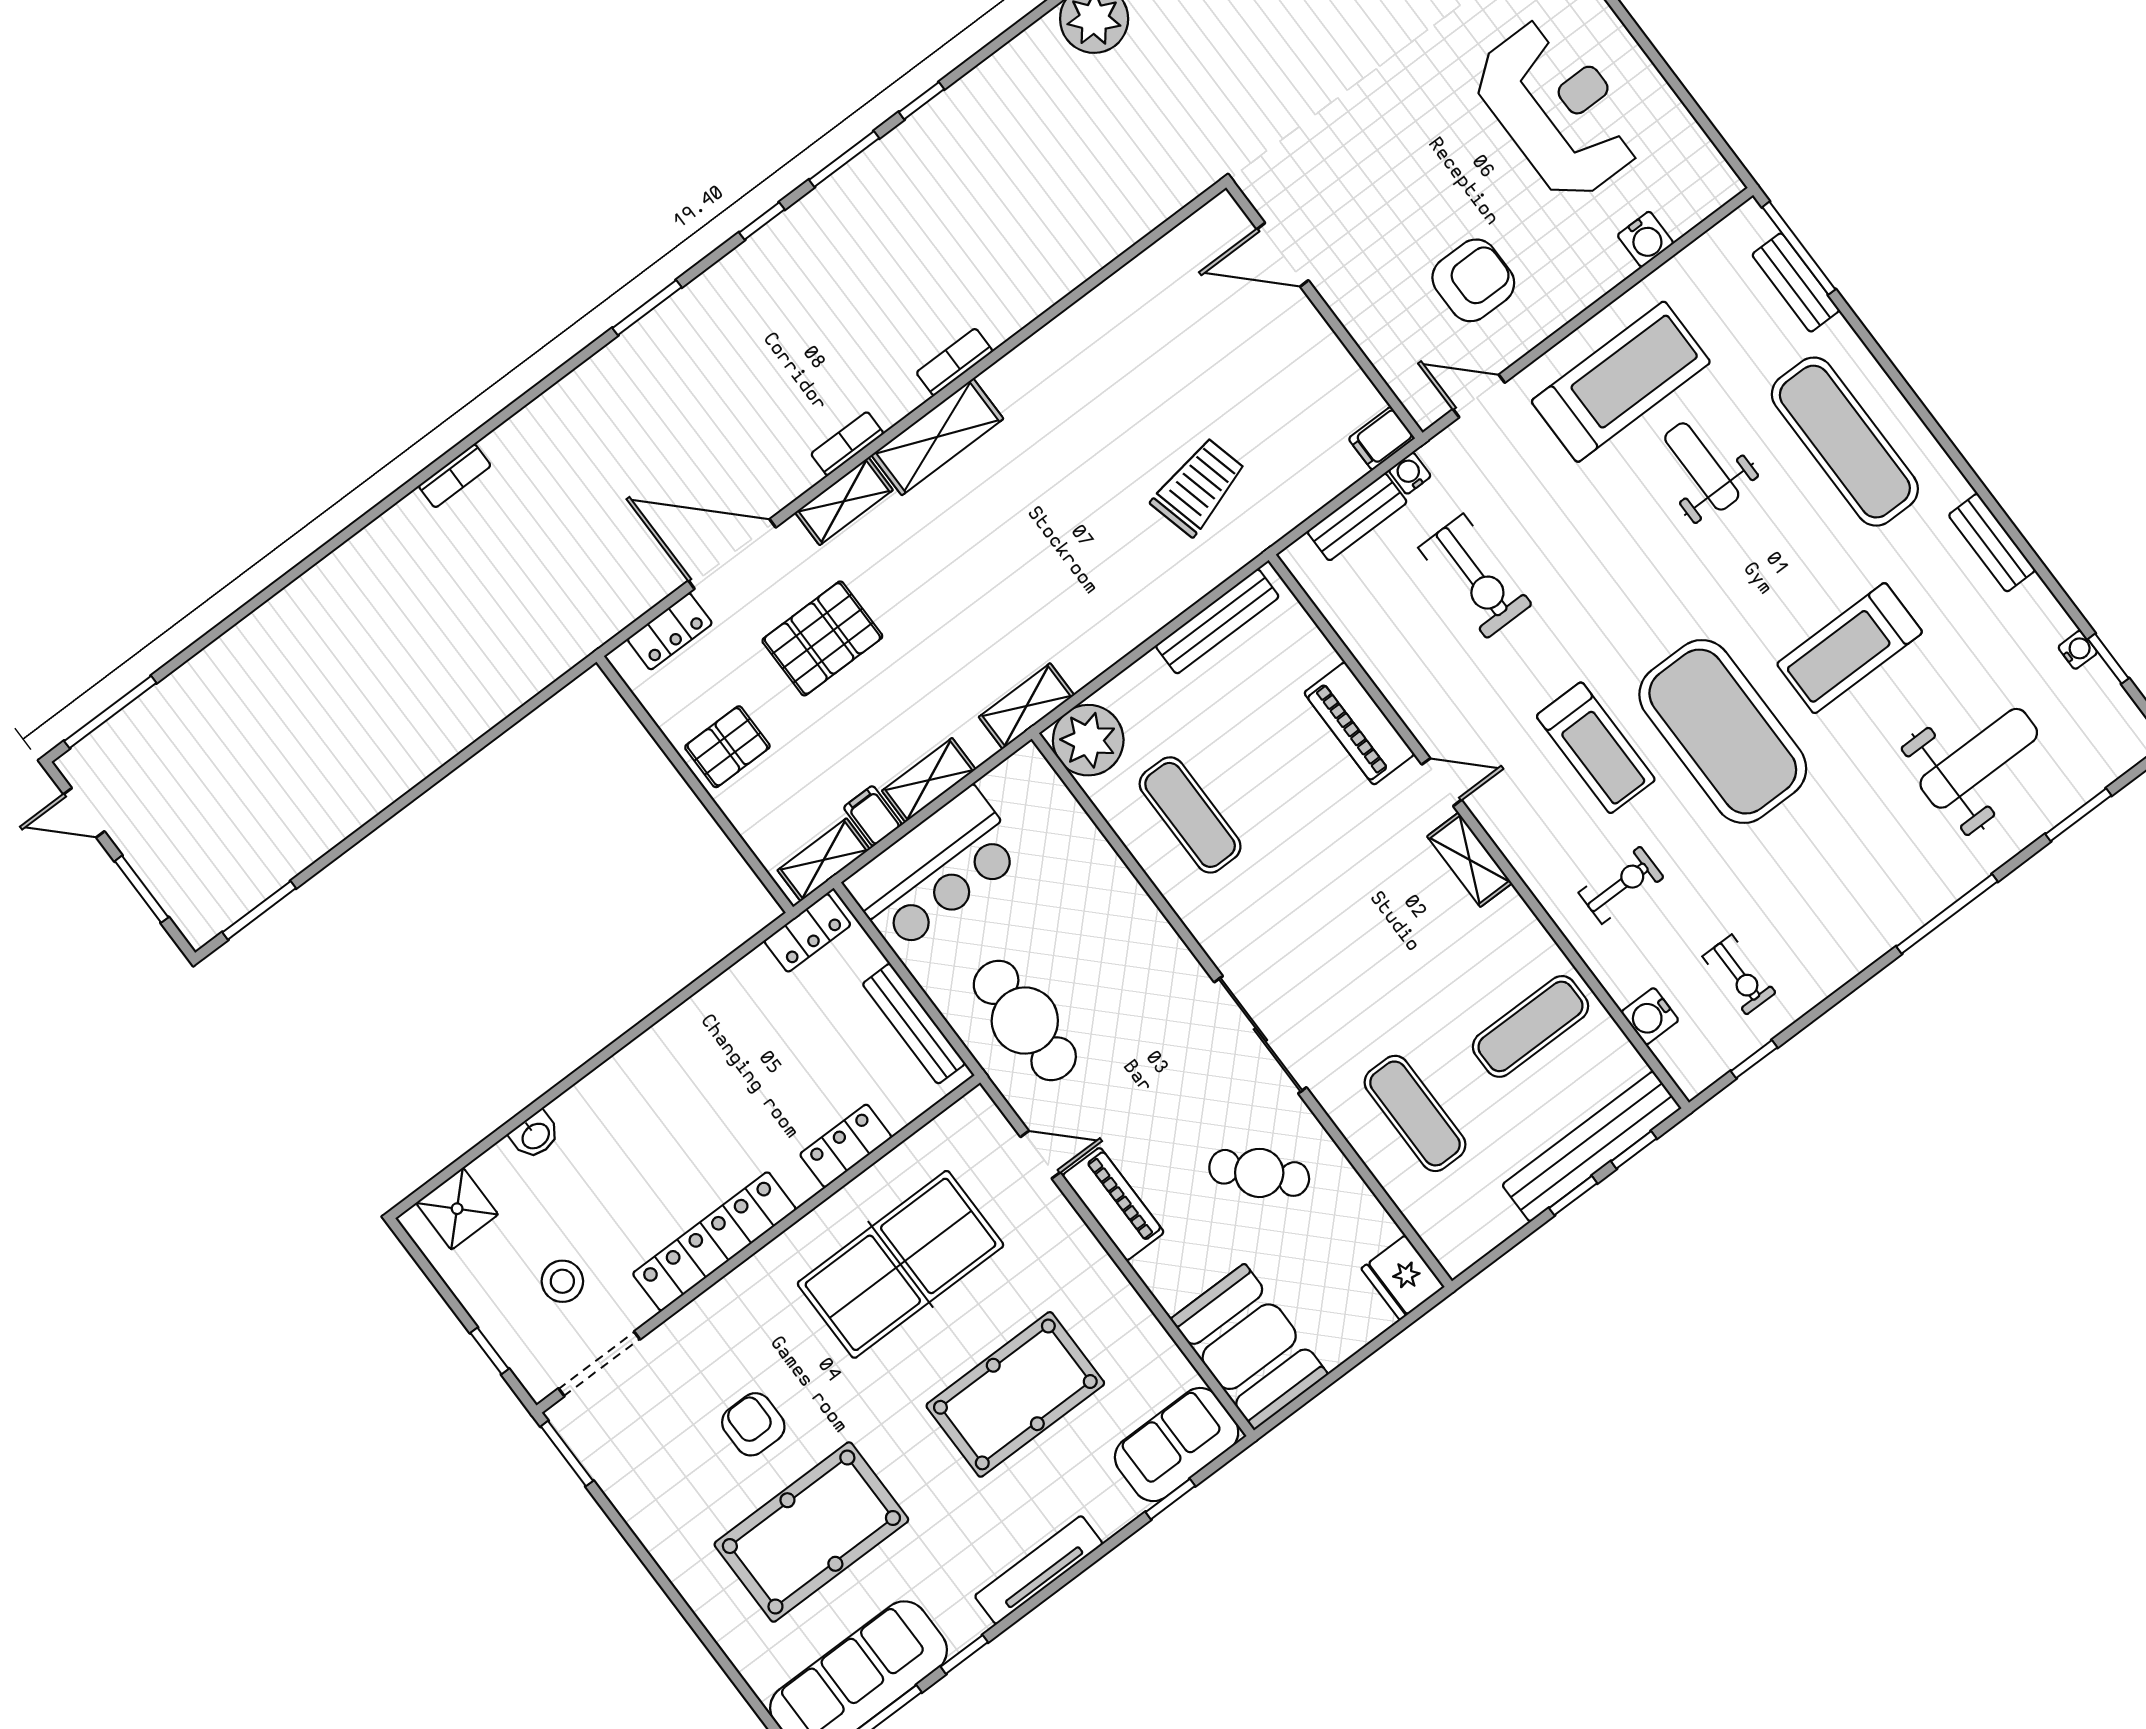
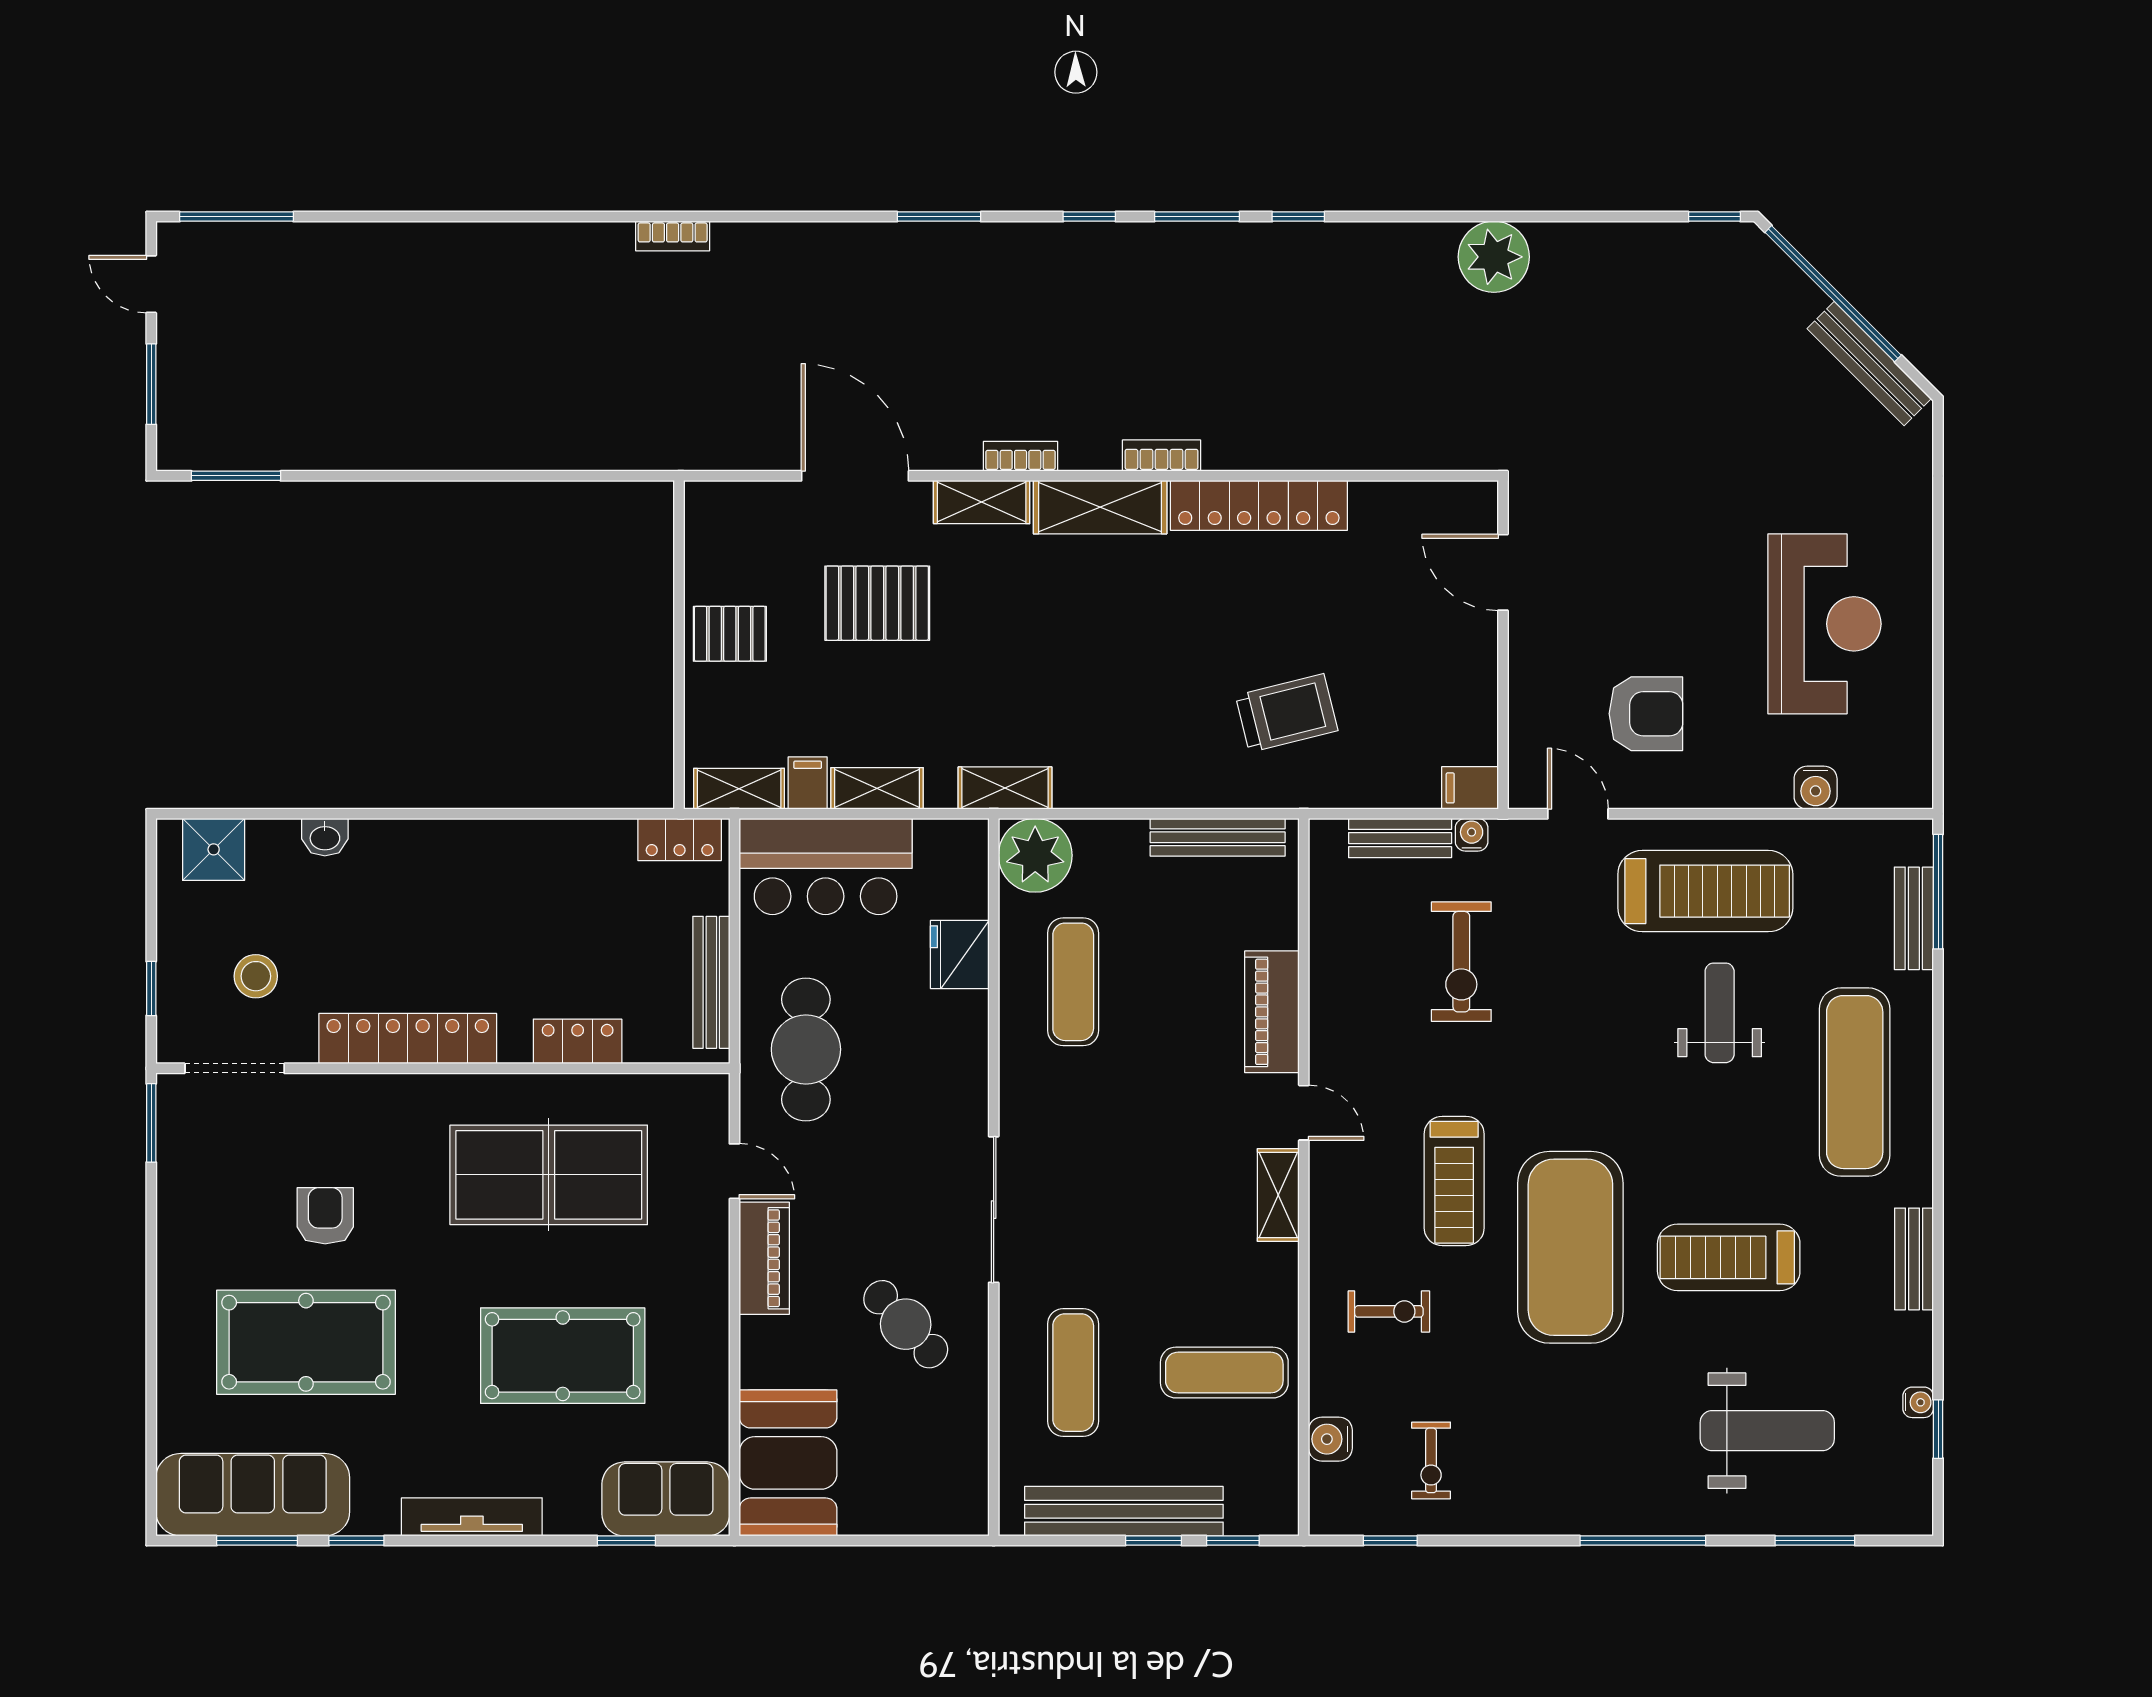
locker: (670, 631) -> (1259, 505), moved, width x2.16, depth x1.21
bench: (1592, 1146) -> (1124, 1511), moved
fridge: (1403, 1278) -> (960, 954), moved

